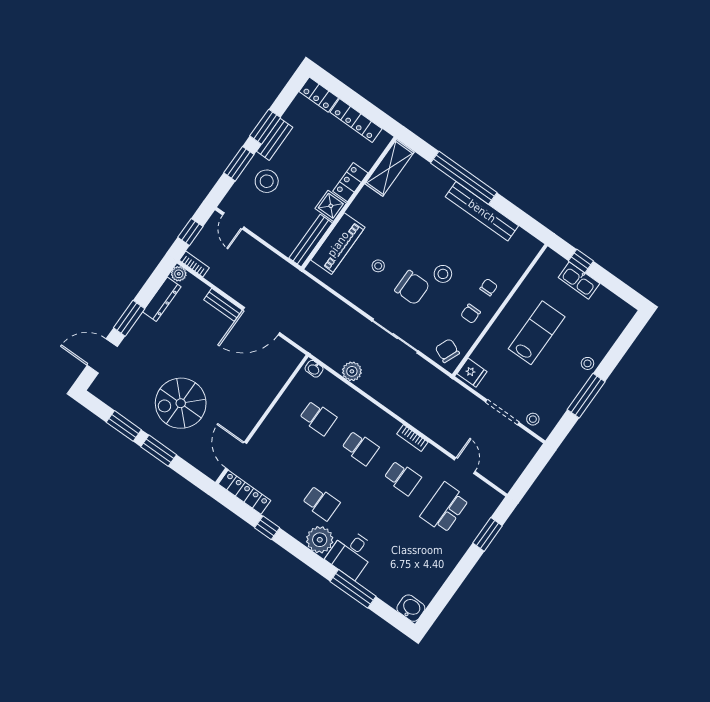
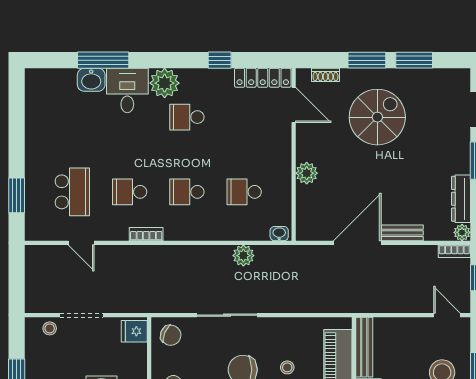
plant: (262, 399) -> (307, 173), added
shoe rack: (197, 461) -> (325, 75), added
washbasin: (411, 608) -> (91, 80), moved

